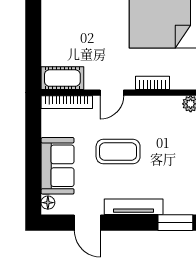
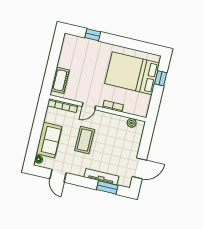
cot: (62, 78) -> (60, 80), moved, turned 90
coffee table: (118, 152) -> (85, 140), turned 90
tv unit: (134, 207) -> (101, 177), moved

